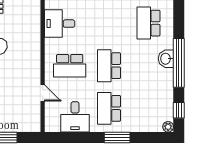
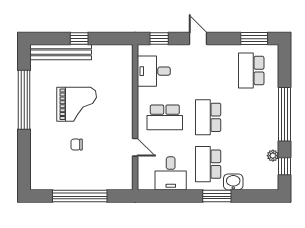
washbasin: (166, 59) -> (233, 182), moved, turned 90
plant: (168, 127) -> (273, 156), moved

